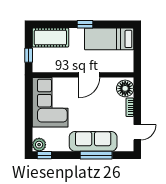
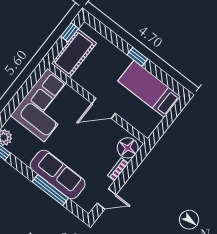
cot: (50, 38) -> (74, 53), moved, turned 90
window: (29, 55) -> (70, 32), moved

